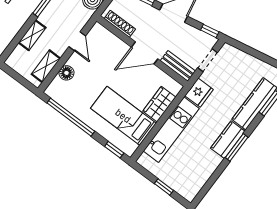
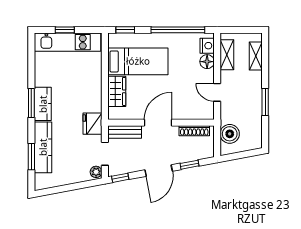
shelving: (32, 35) -> (256, 56), moved
plant: (226, 51) -> (96, 172), added
nightstand: (57, 86) -> (207, 46), added
kitchen unit: (171, 130) -> (68, 42), moved, turned -90

